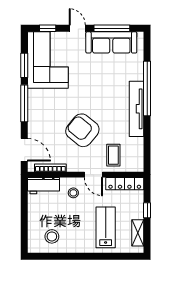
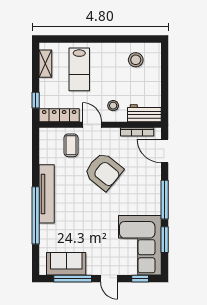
sofa: (111, 42) -> (66, 264), width x0.73
window: (147, 210) -> (36, 100), moved

